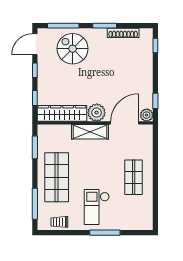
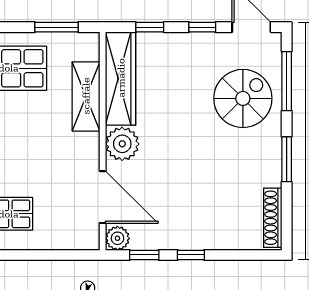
shoe rack: (123, 33) -> (273, 218), moved
window: (155, 45) -> (191, 255), moved
shelving: (90, 132) -> (86, 96), moved

